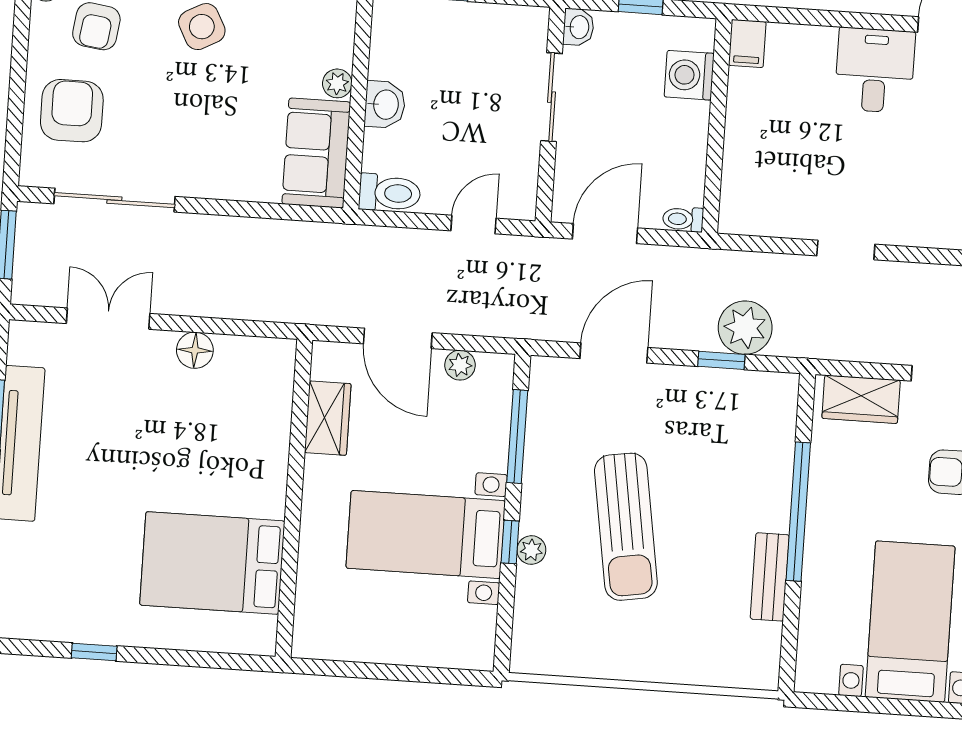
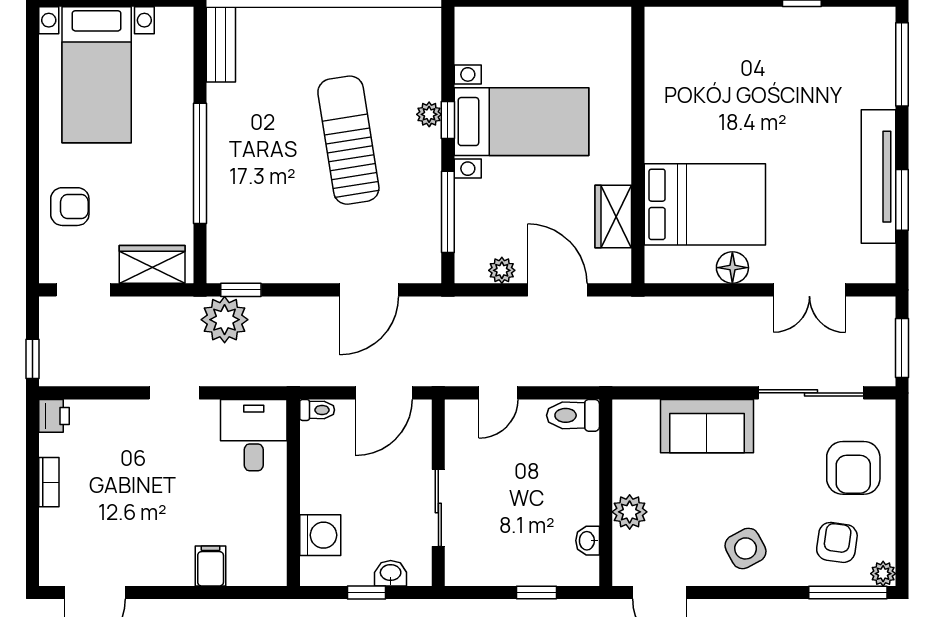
washbasin: (579, 27) -> (391, 573), moved, turned 90
filing cabinet: (747, 44) -> (211, 566), moved
desk: (875, 70) -> (254, 435), moved, turned 180
plant: (337, 83) -> (630, 512), width x1.38, depth x1.38
washbasin: (385, 105) -> (588, 541), moved, width x0.72, depth x0.69
sofa: (316, 153) -> (707, 426), moved, turned 90
plant: (745, 328) -> (225, 320), moved
window: (721, 360) -> (241, 290), moved
bed: (212, 563) -> (705, 204), moved
bench: (770, 577) -> (221, 44), moved

